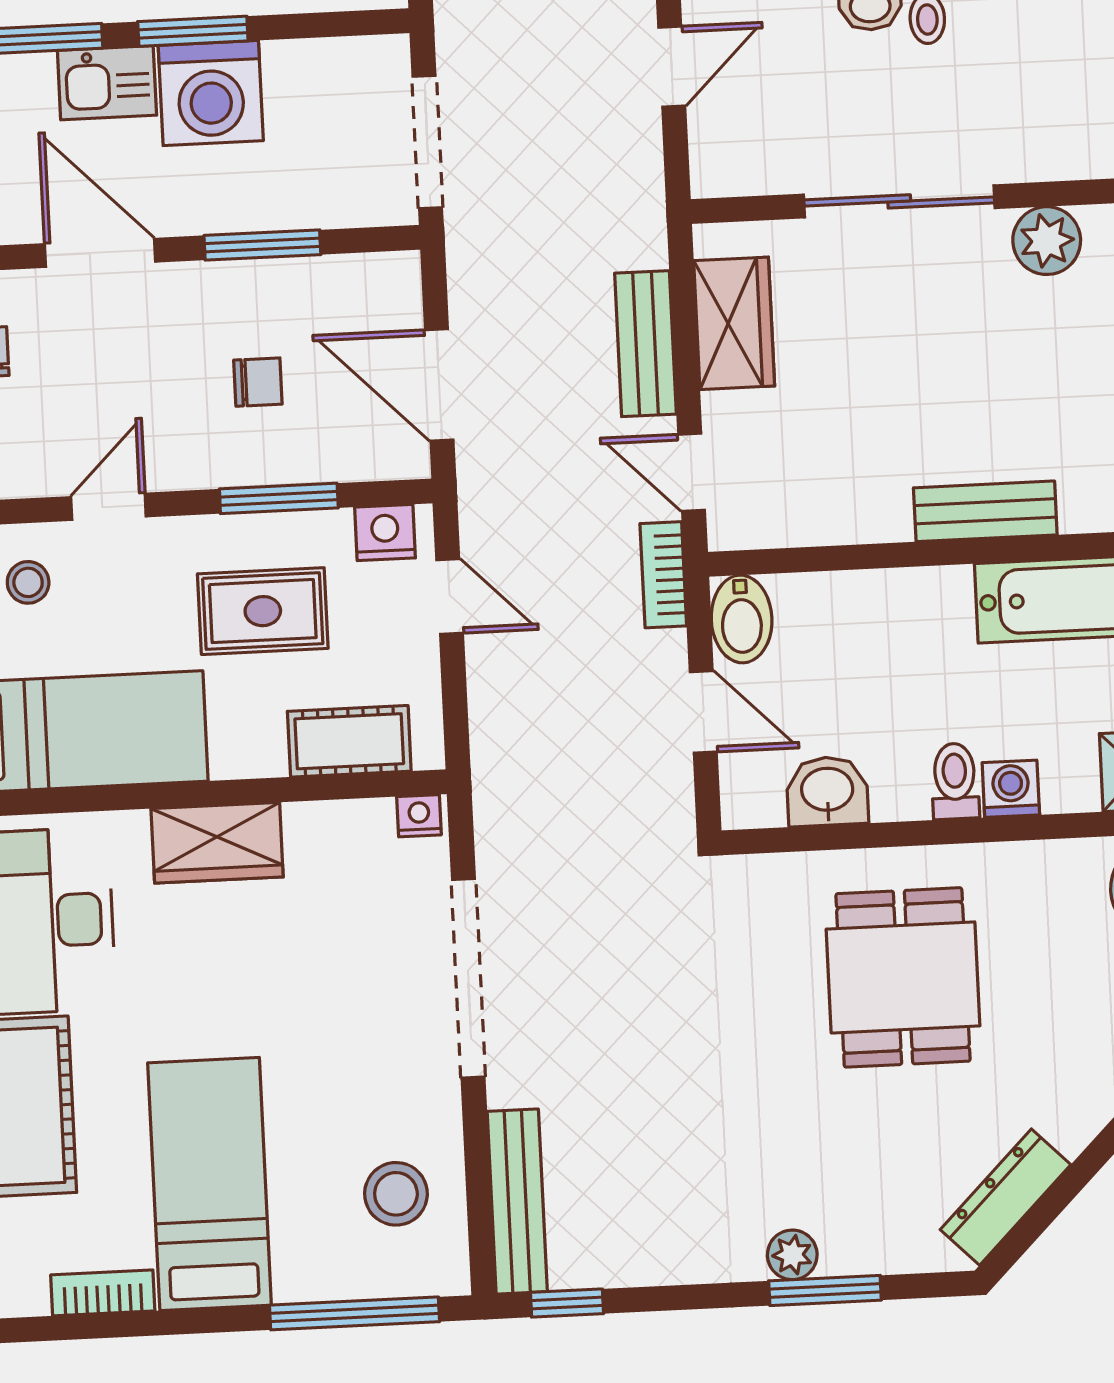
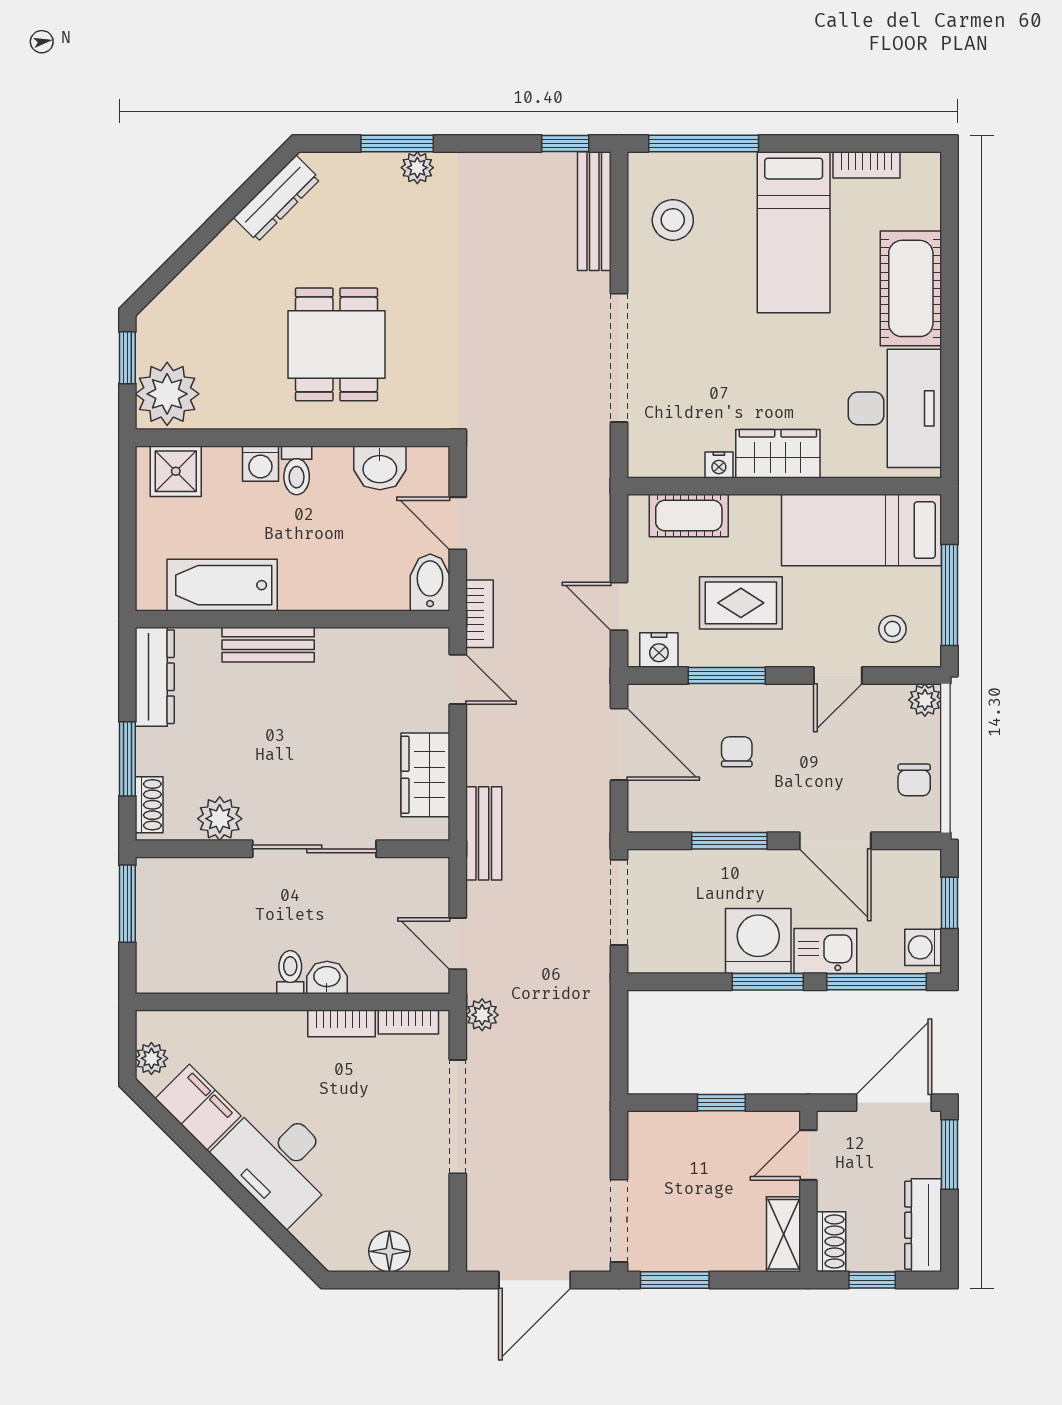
door: (672, 67) -> (458, 944), hinge flipped
bench: (645, 344) -> (484, 833), moved
chair: (258, 382) -> (737, 752), turned 90
nightstand: (419, 816) -> (719, 465), moved

